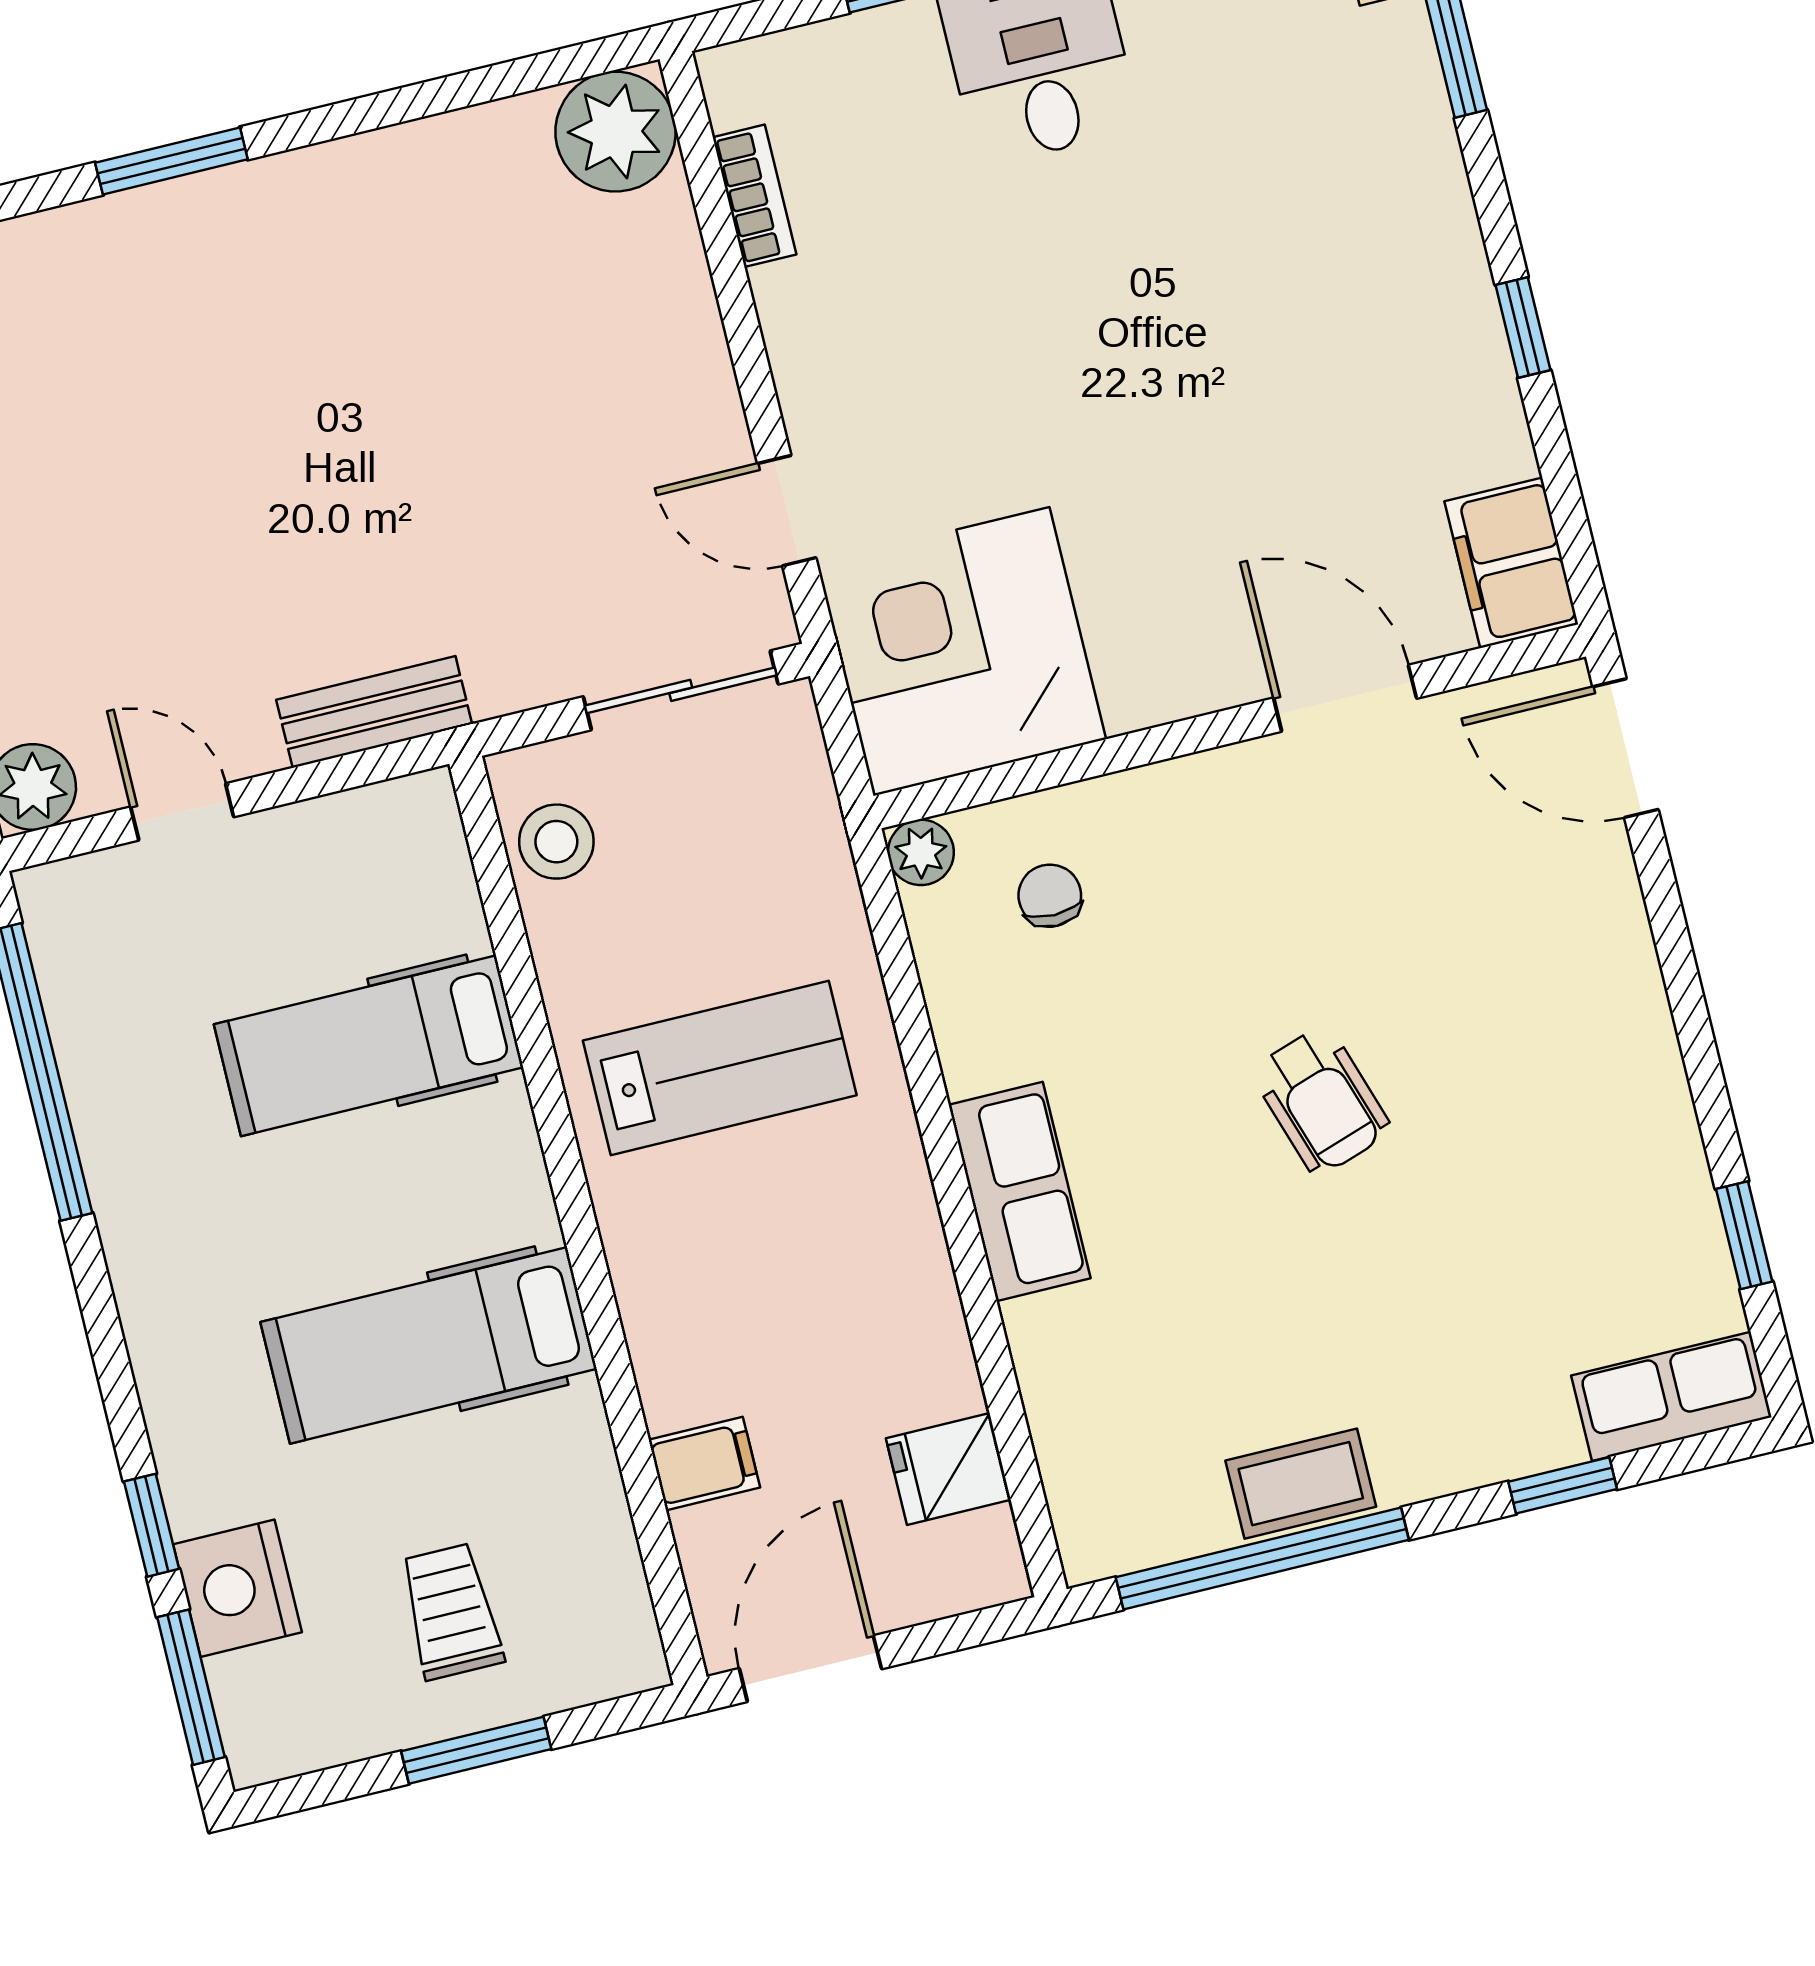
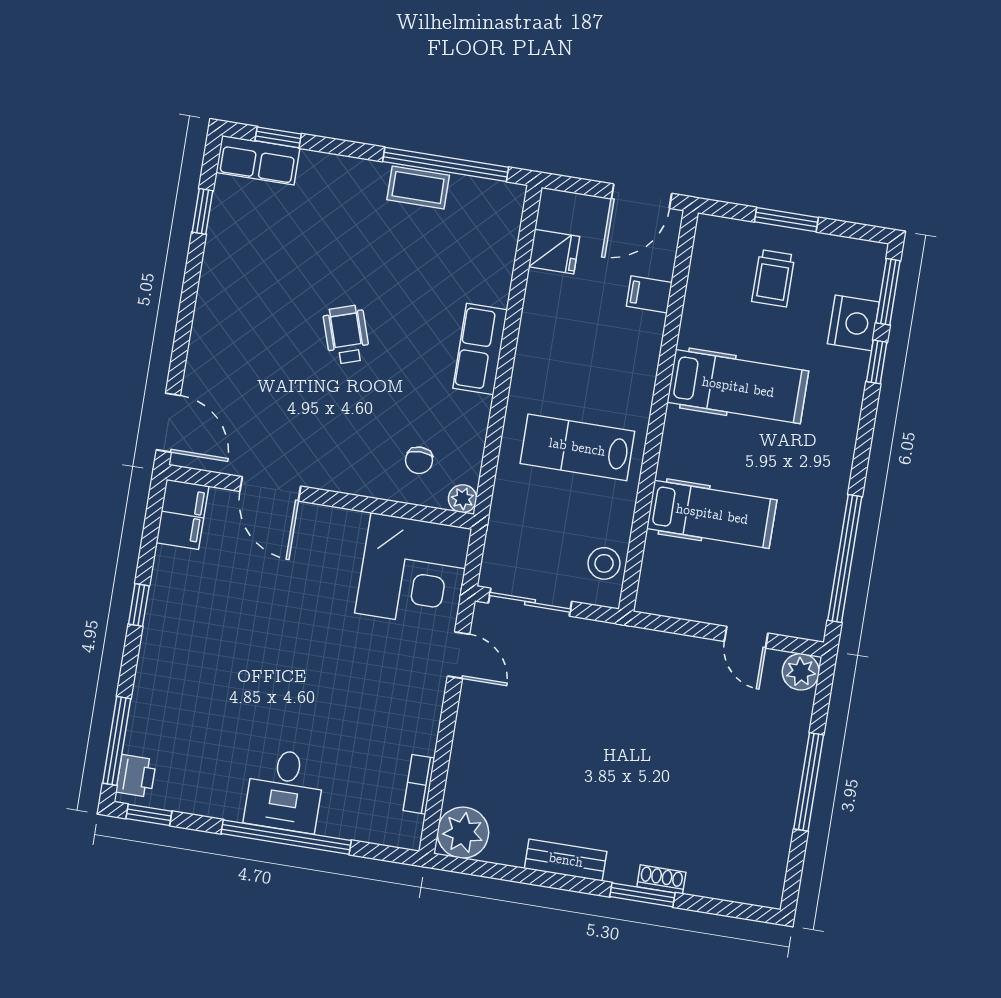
shoe rack: (144, 212) -> (661, 879), added
bench: (374, 712) -> (566, 860), moved
window: (1563, 1485) -> (278, 137), moved

